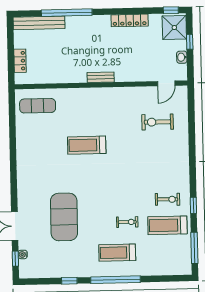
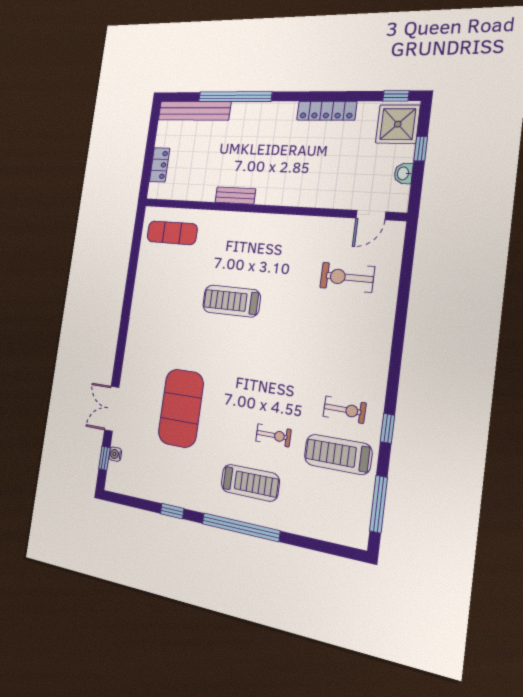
bench: (101, 77) -> (235, 196), moved
treadmill: (117, 253) -> (250, 483), turned 180

